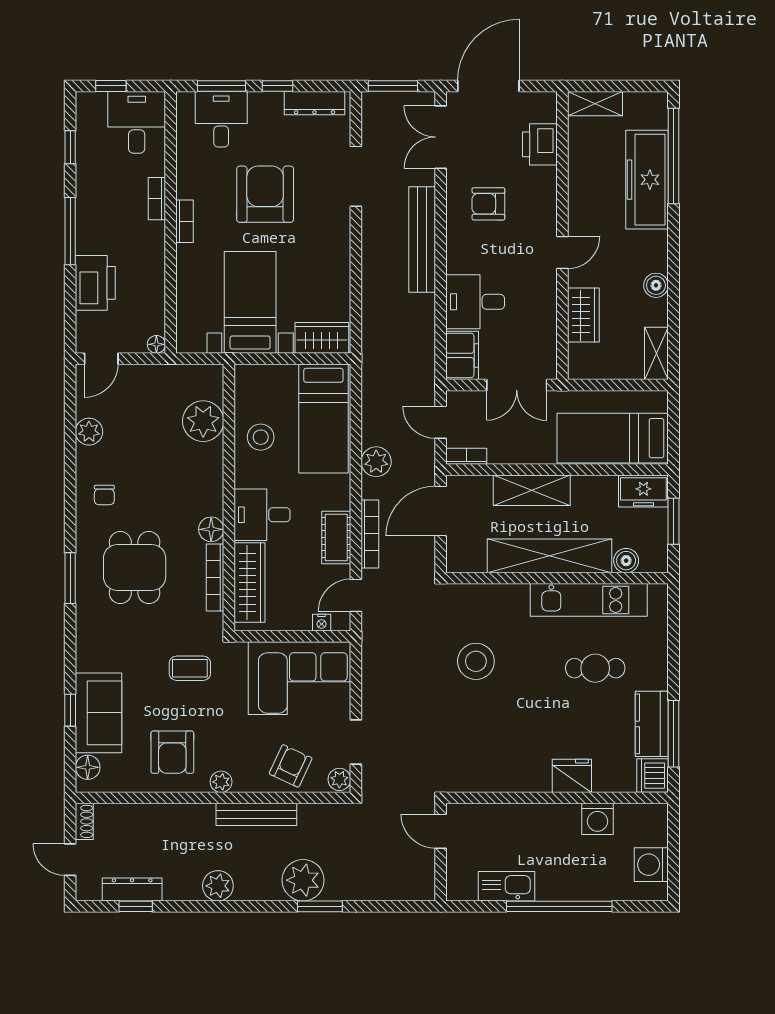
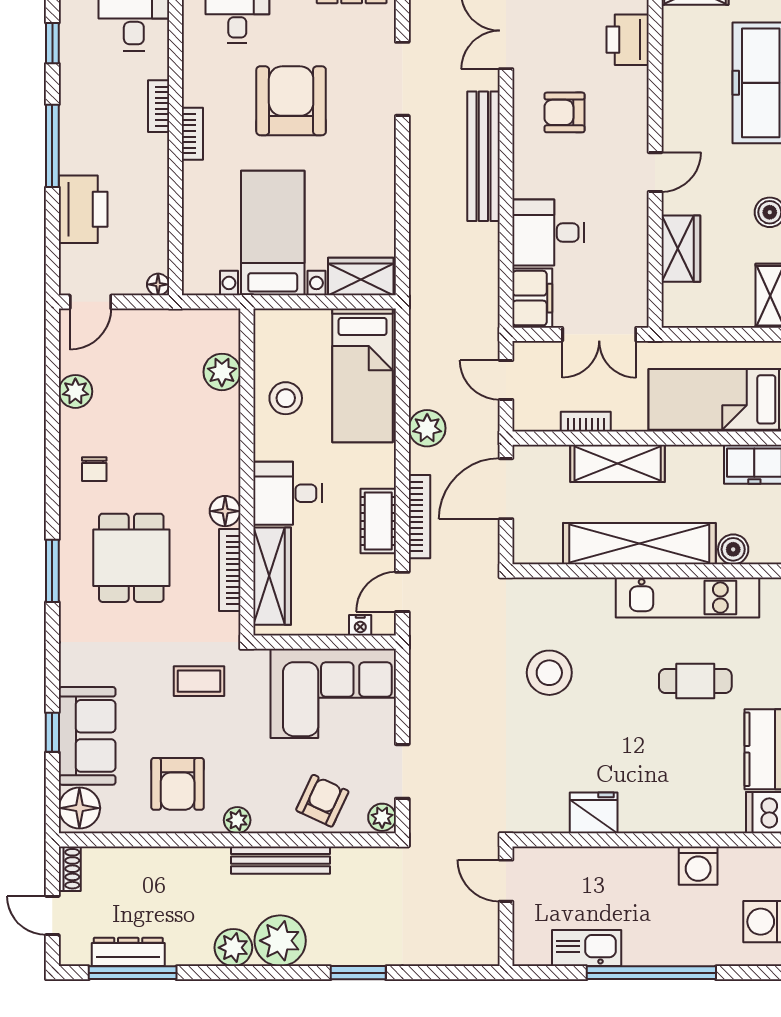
plant: (203, 421) -> (222, 372), width x0.73, depth x0.73
bookcase: (466, 456) -> (586, 422), moved
floor lamp: (88, 767) -> (79, 808), width x1.38, depth x1.38
fridge: (572, 776) -> (594, 813), moved
plant: (303, 880) -> (280, 941), moved
window: (136, 906) -> (133, 973), width x2.17

